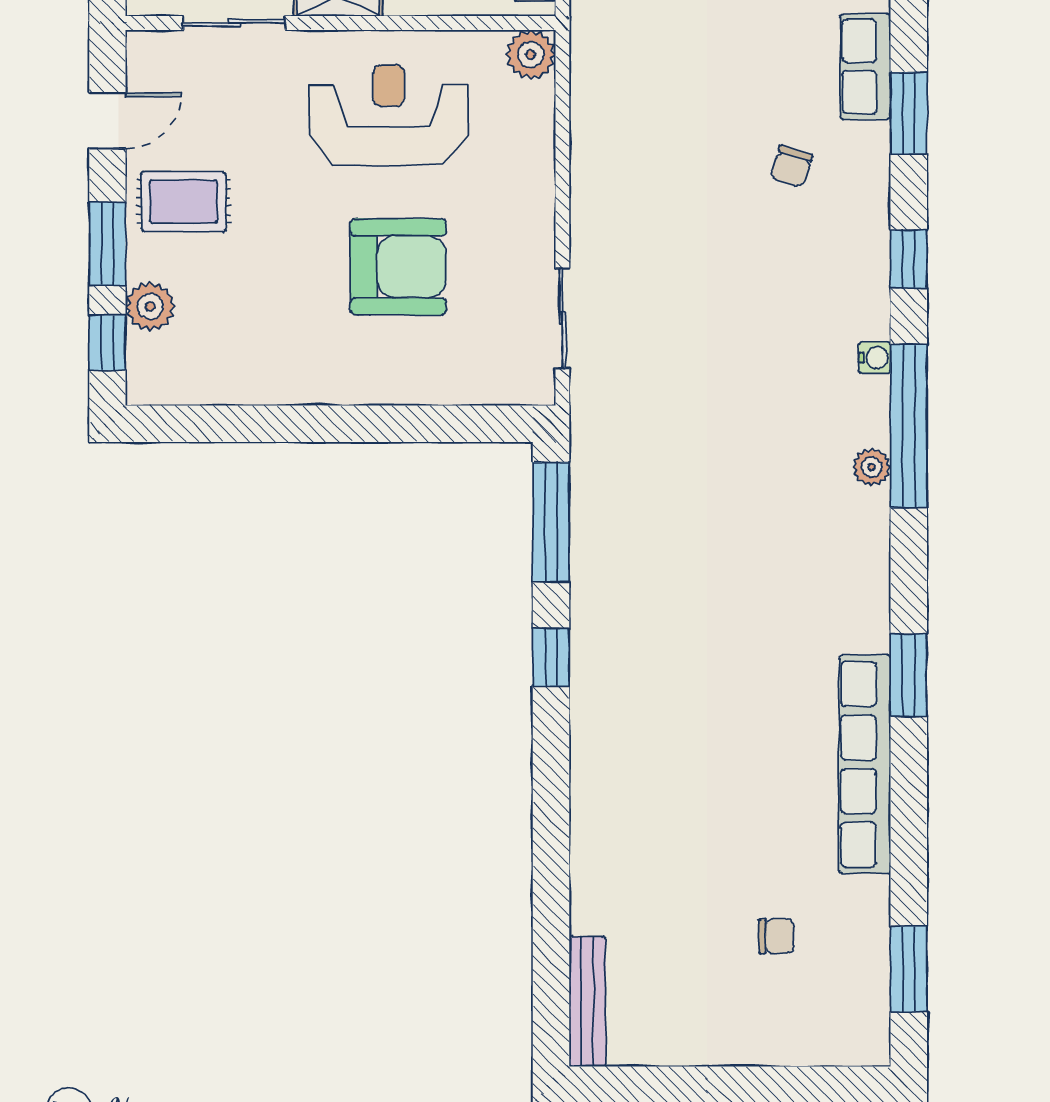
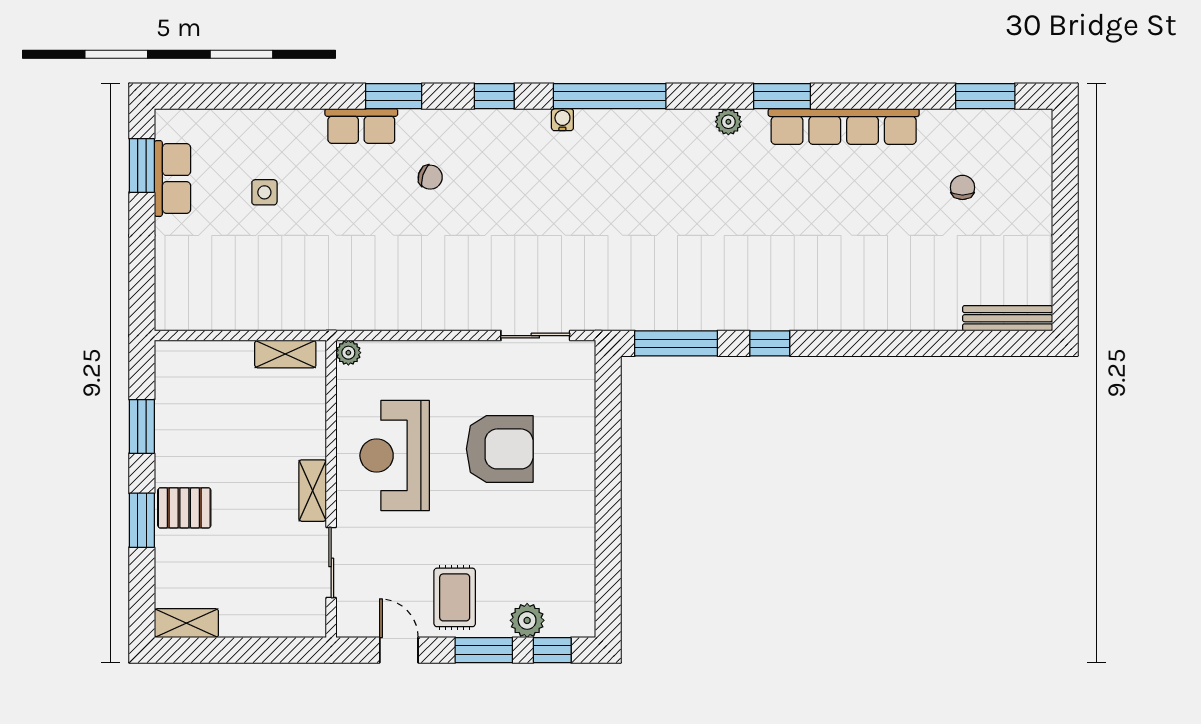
plant: (531, 55) -> (348, 353), width x0.73, depth x0.73
armchair: (398, 267) -> (500, 449), turned 90
plant: (872, 467) -> (728, 122), moved

